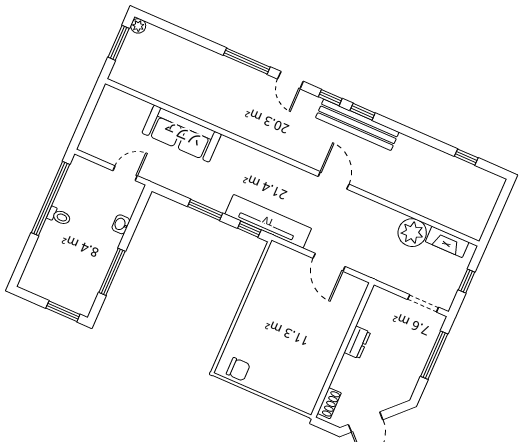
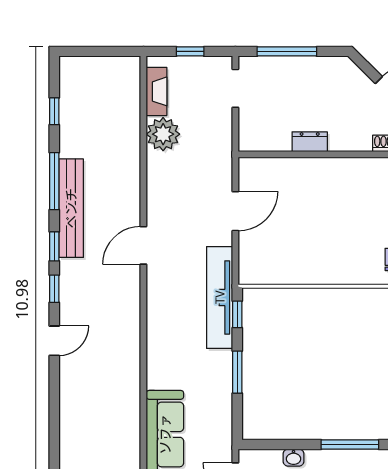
window: (247, 61) -> (54, 181), moved
bench: (357, 125) -> (71, 208), moved

